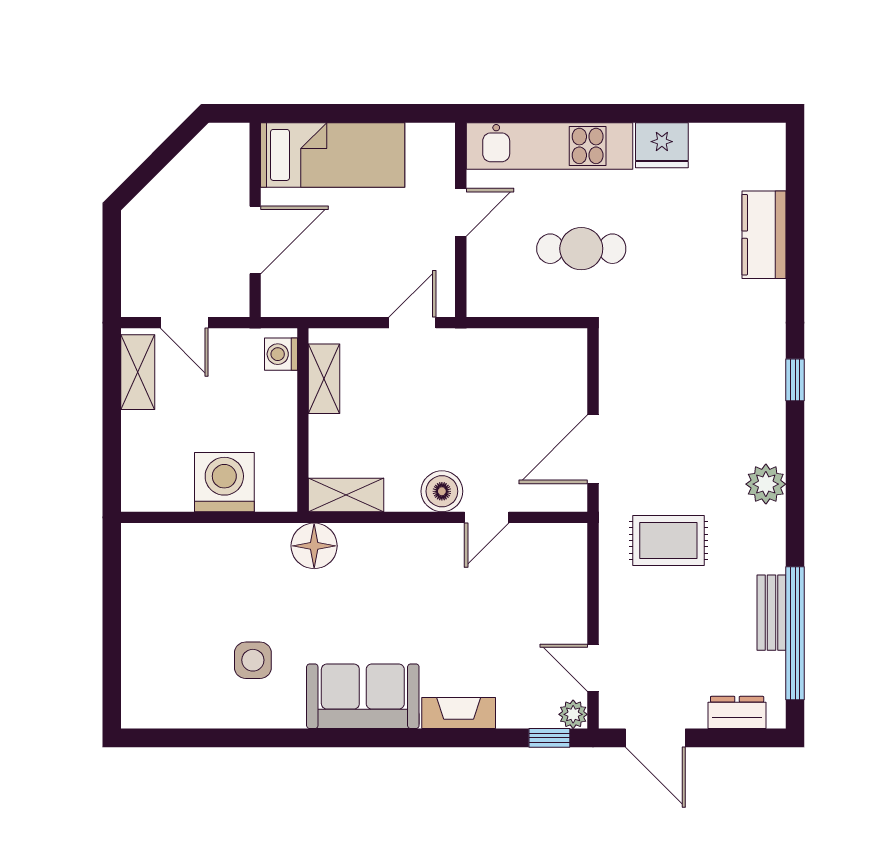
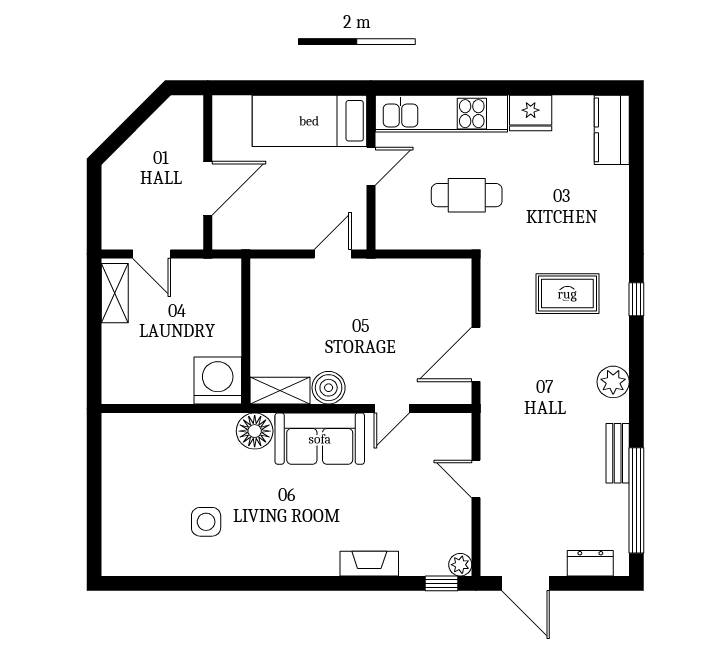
bed: (333, 155) -> (309, 121), moved, turned 180
kitchen counter: (764, 235) -> (612, 130), moved
washing machine: (281, 354) -> (228, 279), removed
shelving: (324, 379) -> (262, 298), removed
washing machine: (224, 482) -> (218, 380), moved
boiler: (442, 491) -> (329, 388), moved
rug: (668, 540) -> (567, 294), moved
bench: (771, 613) -> (618, 453), moved
door: (593, 668) -> (476, 479), moved
sofa: (363, 696) -> (320, 439), moved, turned 180

